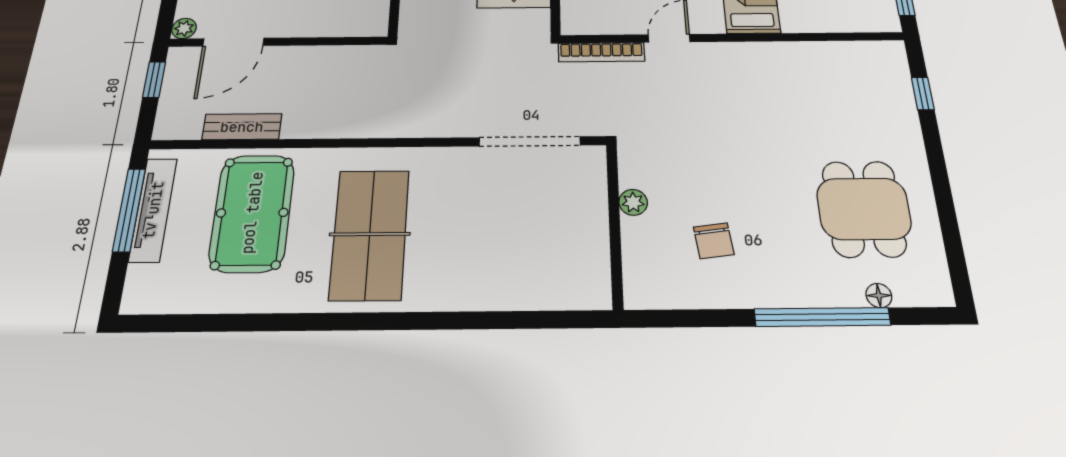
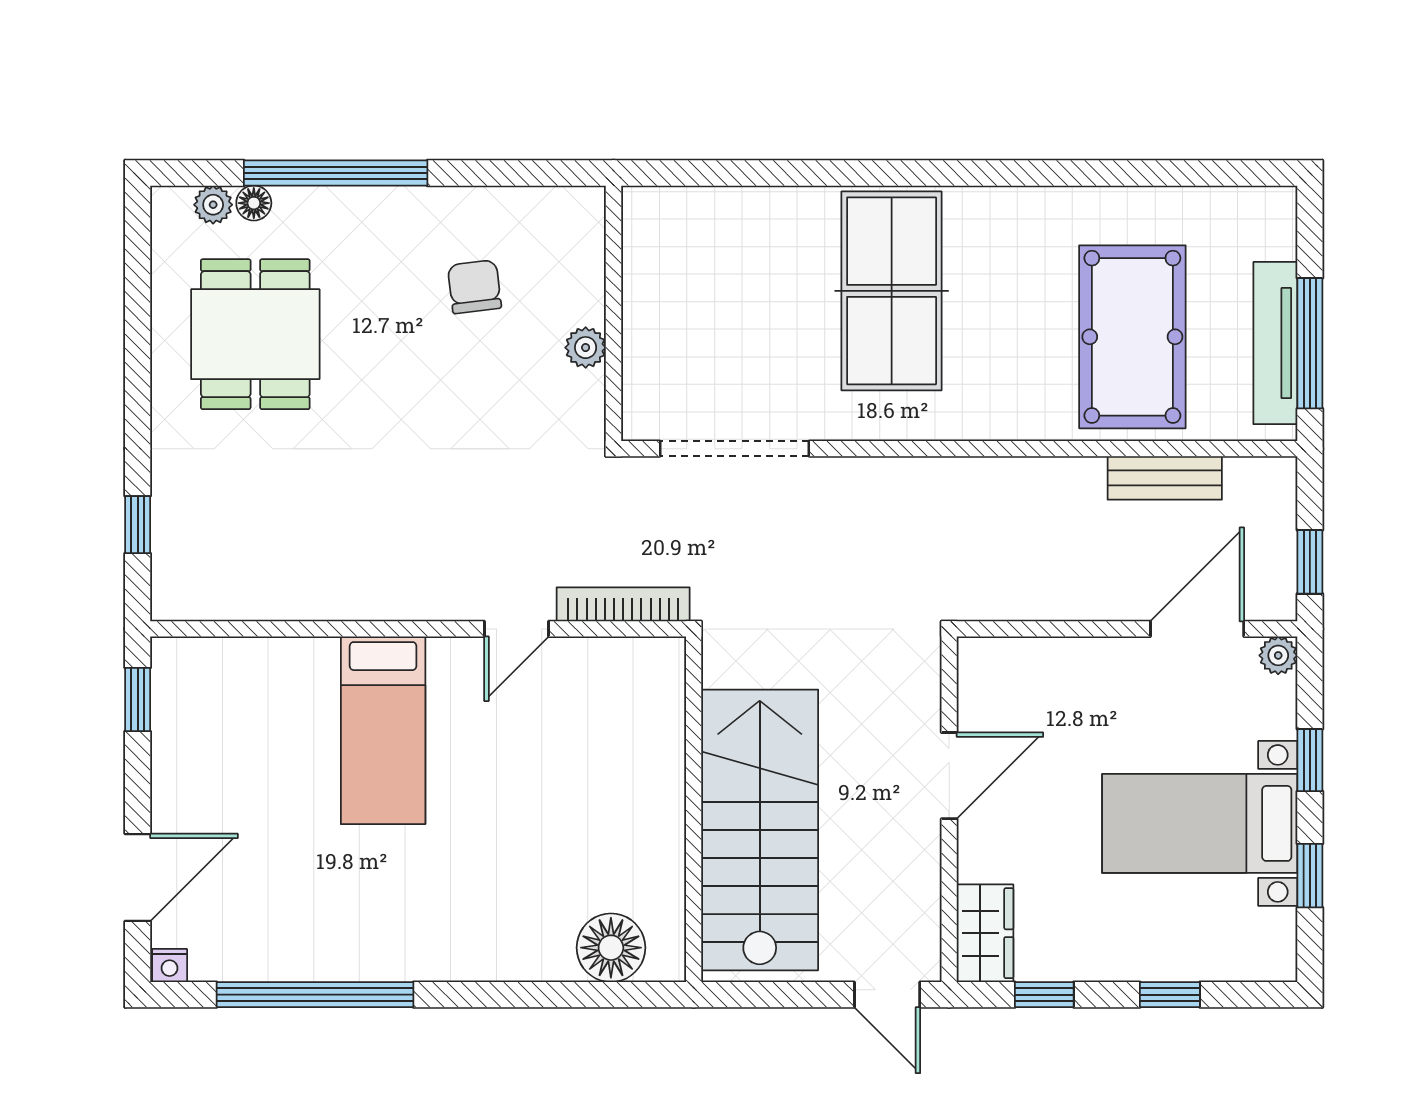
table tennis table: (370, 234) -> (892, 291), moved
plant: (908, 294) -> (213, 205), added

